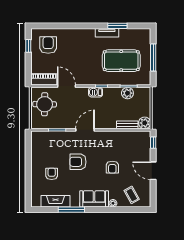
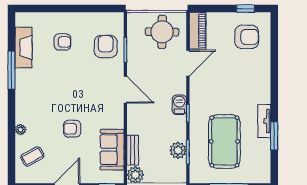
armchair: (78, 162) -> (106, 47), moved
sofa: (94, 199) -> (112, 150), moved, turned 180

